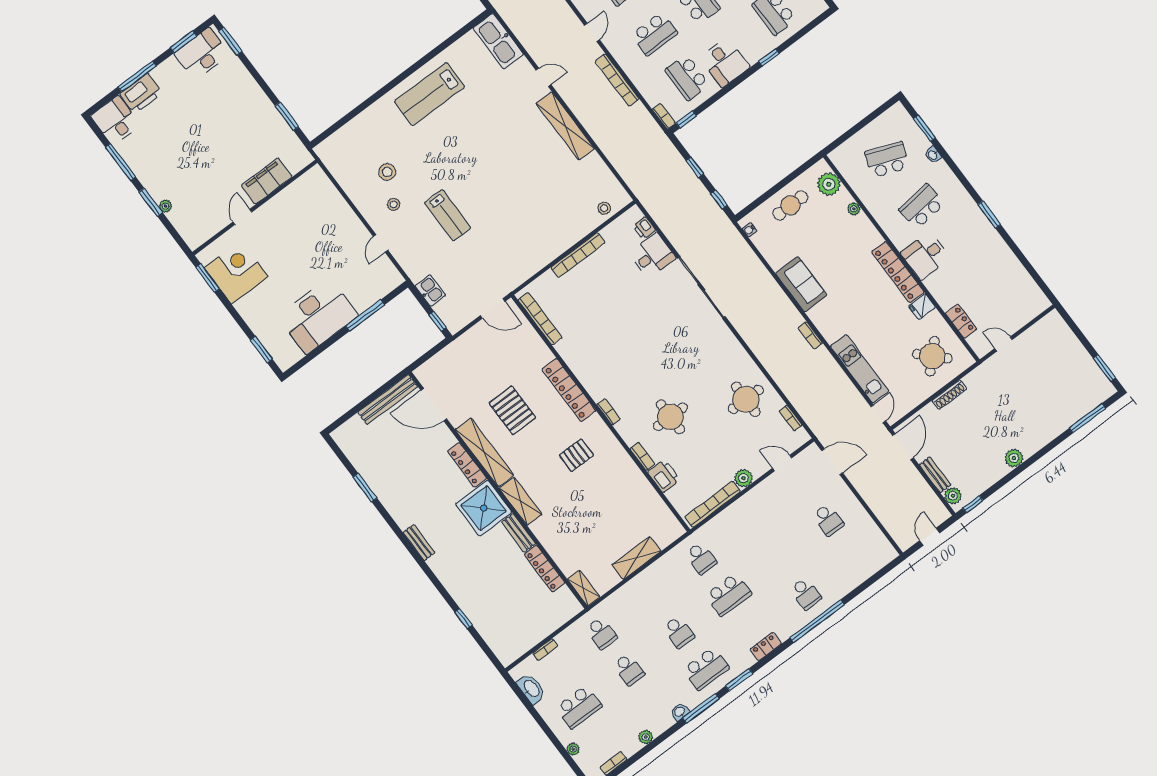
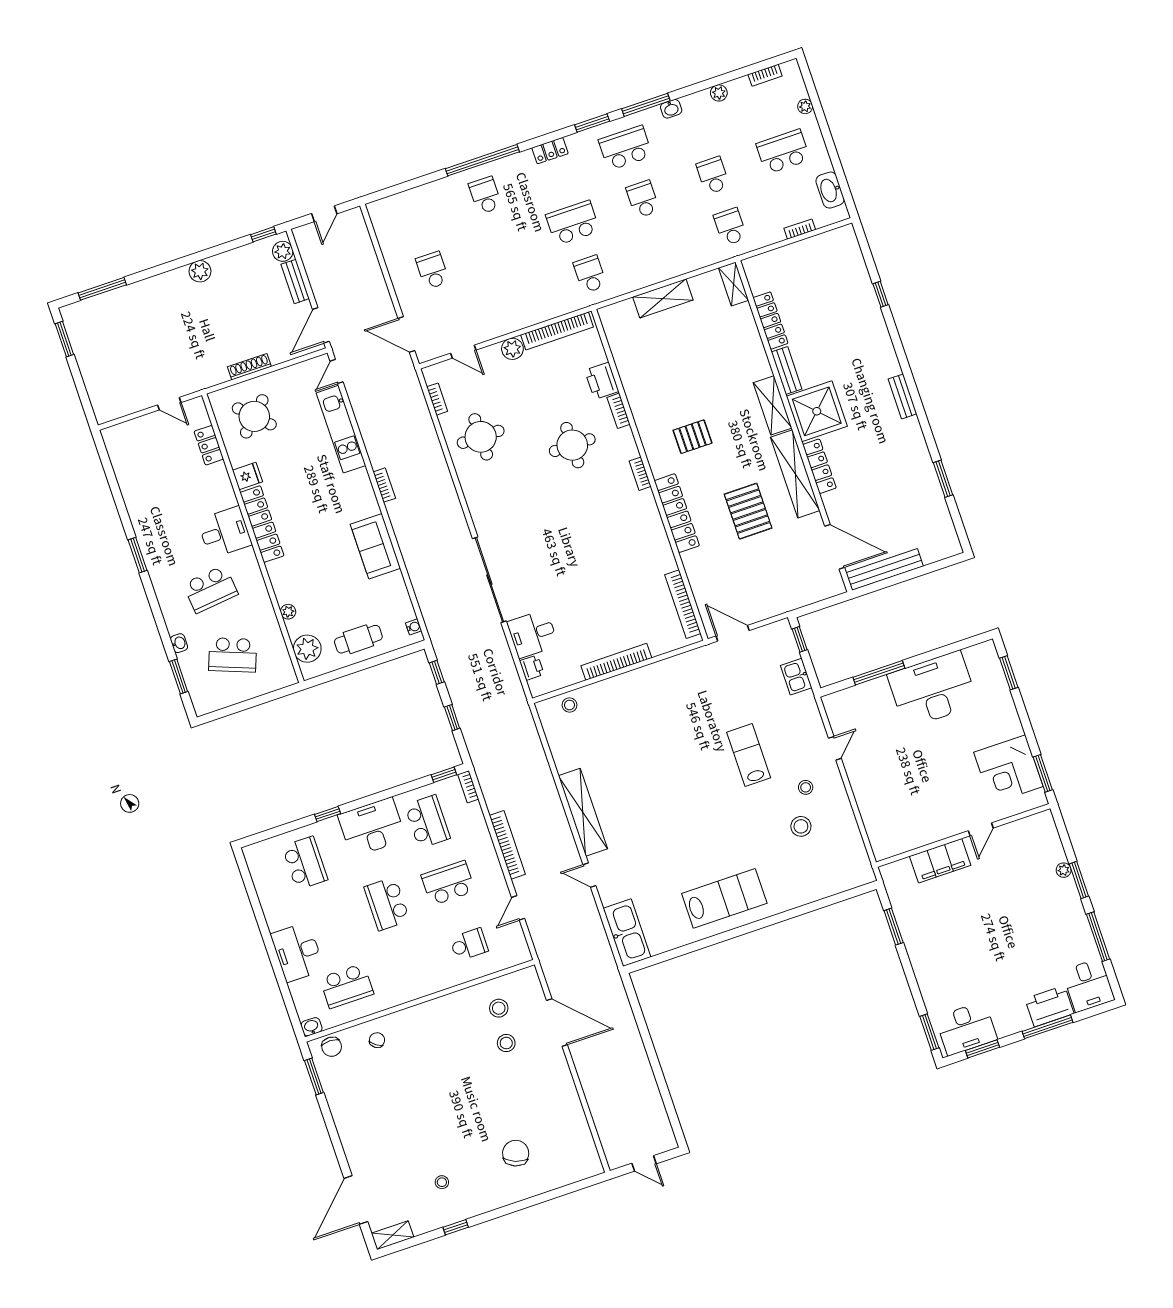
desk: (725, 62) -> (372, 827), width x1.37

